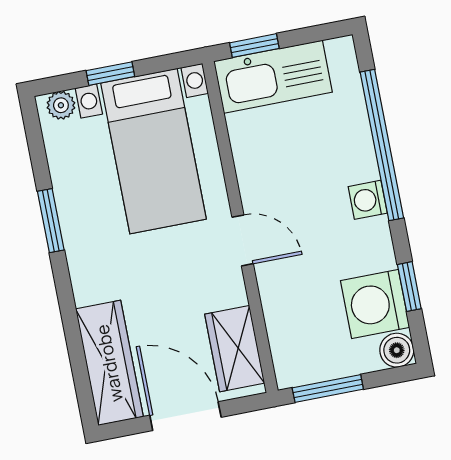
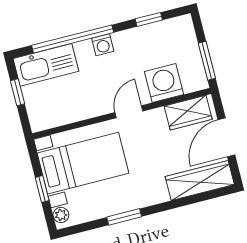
window: (254, 46) -> (17, 92), moved
kitchen sink: (273, 77) -> (46, 65), moved, turned 90
washing machine: (375, 304) -> (164, 83), moved, turned 180
boiler: (397, 350) -> (184, 24), removed

